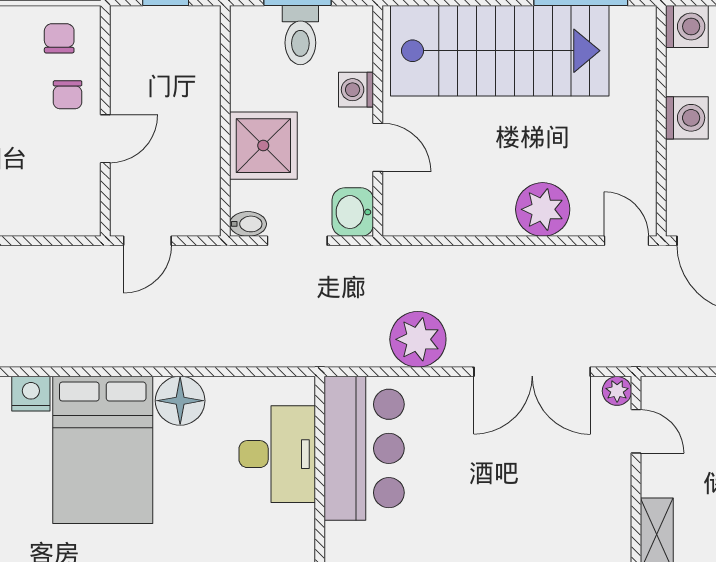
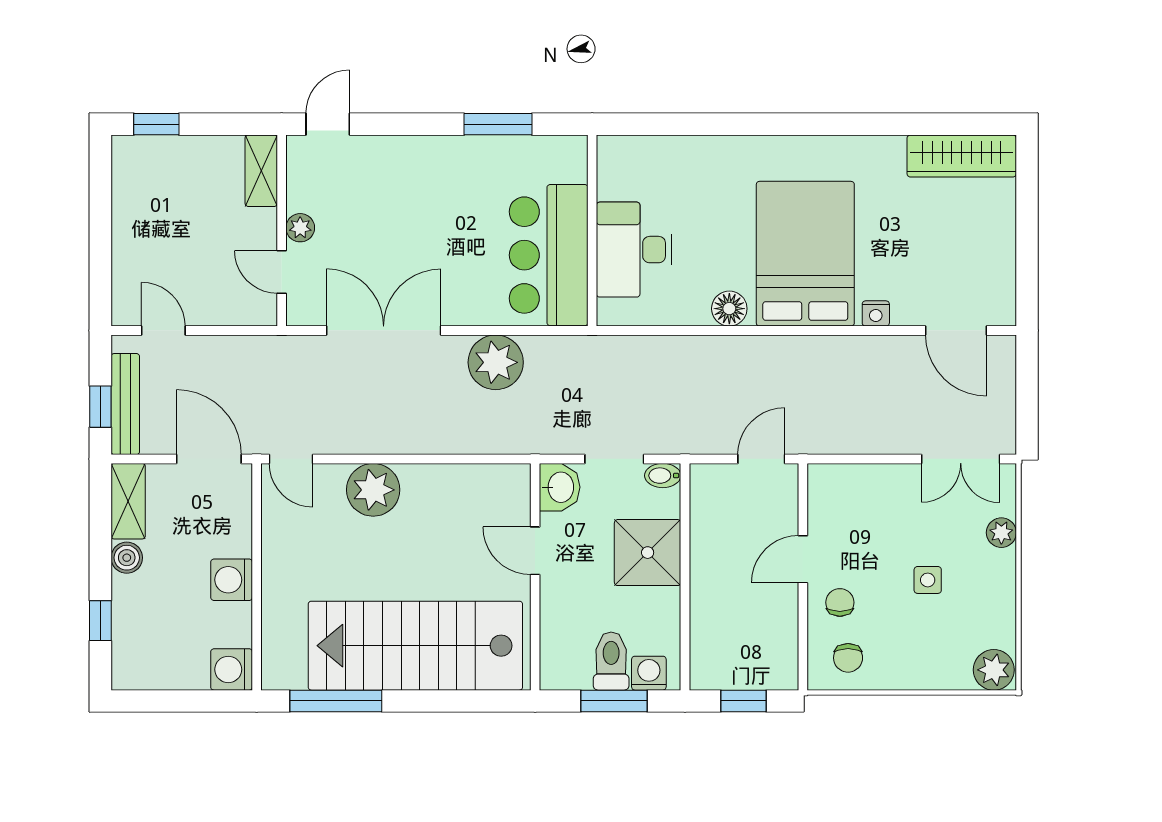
washing machine: (356, 90) -> (649, 673), moved, turned -90
plant: (617, 391) -> (300, 228), moved
nightstand: (31, 394) -> (876, 313), width x0.72, depth x0.74
floor lamp: (180, 401) -> (729, 309), width x0.73, depth x0.73

